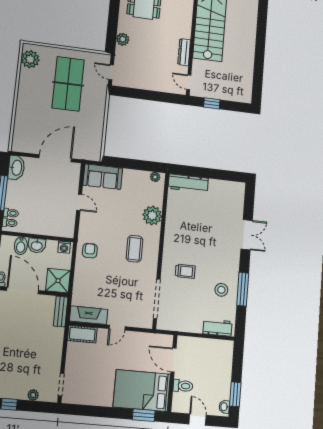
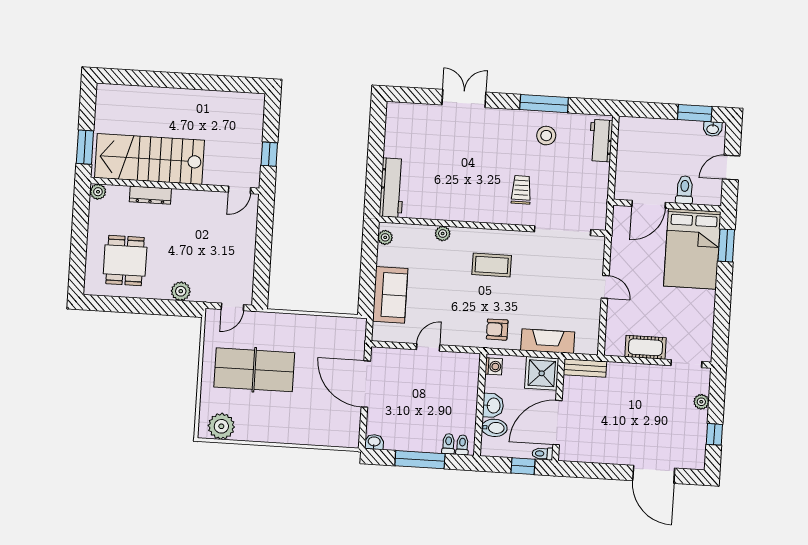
dresser: (184, 52) -> (150, 195), moved
washbasin: (16, 168) -> (374, 442), width x0.52, depth x0.69
sofa: (103, 177) -> (390, 295), moved
plant: (152, 216) -> (443, 234), width x0.53, depth x0.53
fireplace: (89, 315) -> (548, 341), moved, turned 90
cot: (82, 334) -> (645, 347), moved, turned 90

